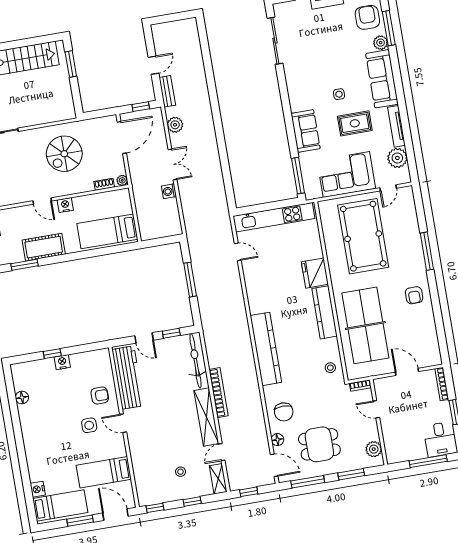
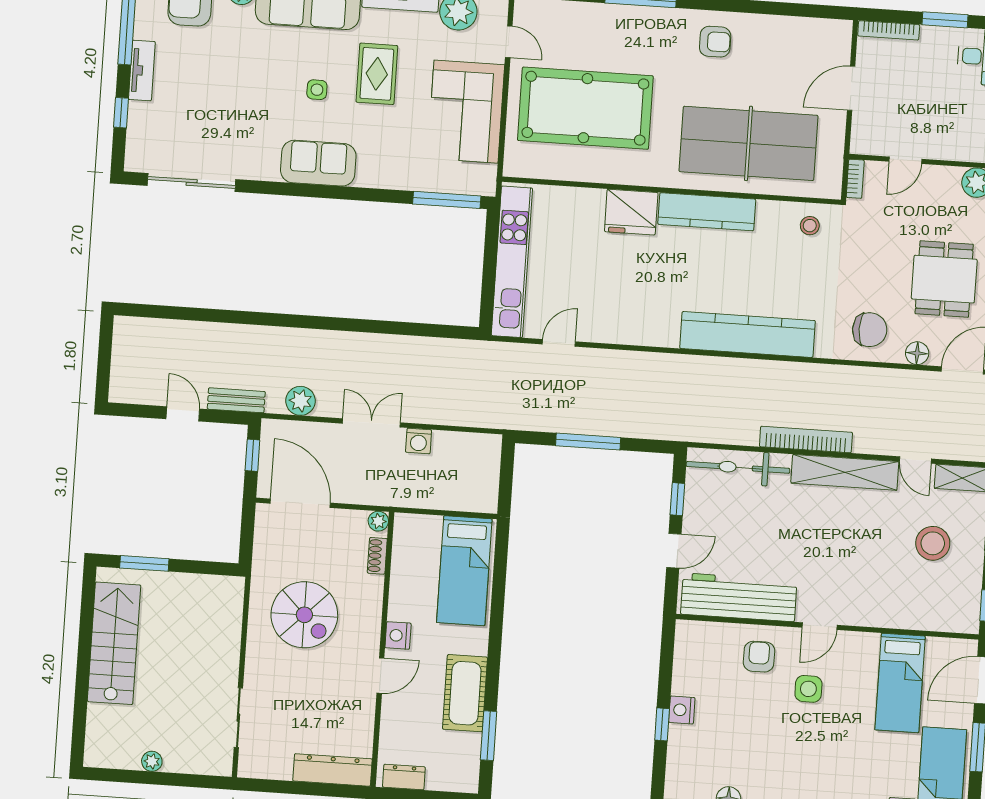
sofa: (306, 131) -> (318, 163), moved
stool: (181, 472) -> (933, 543), width x1.89, depth x1.89

